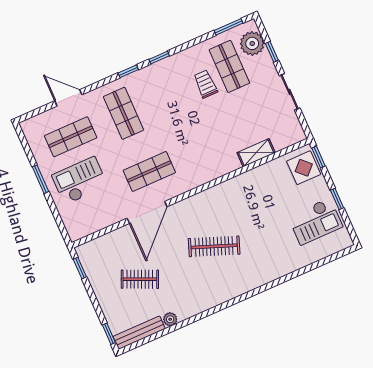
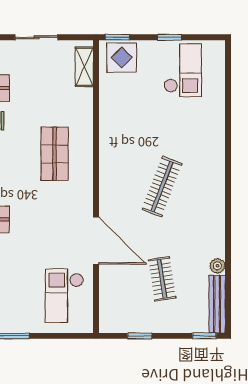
shelving: (256, 153) -> (84, 67), moved
shop shelf: (149, 171) -> (55, 154), moved
checkout: (80, 181) -> (64, 296), moved
window: (80, 268) -> (140, 336), moved
clothes rail: (140, 279) -> (162, 279), turned -33

